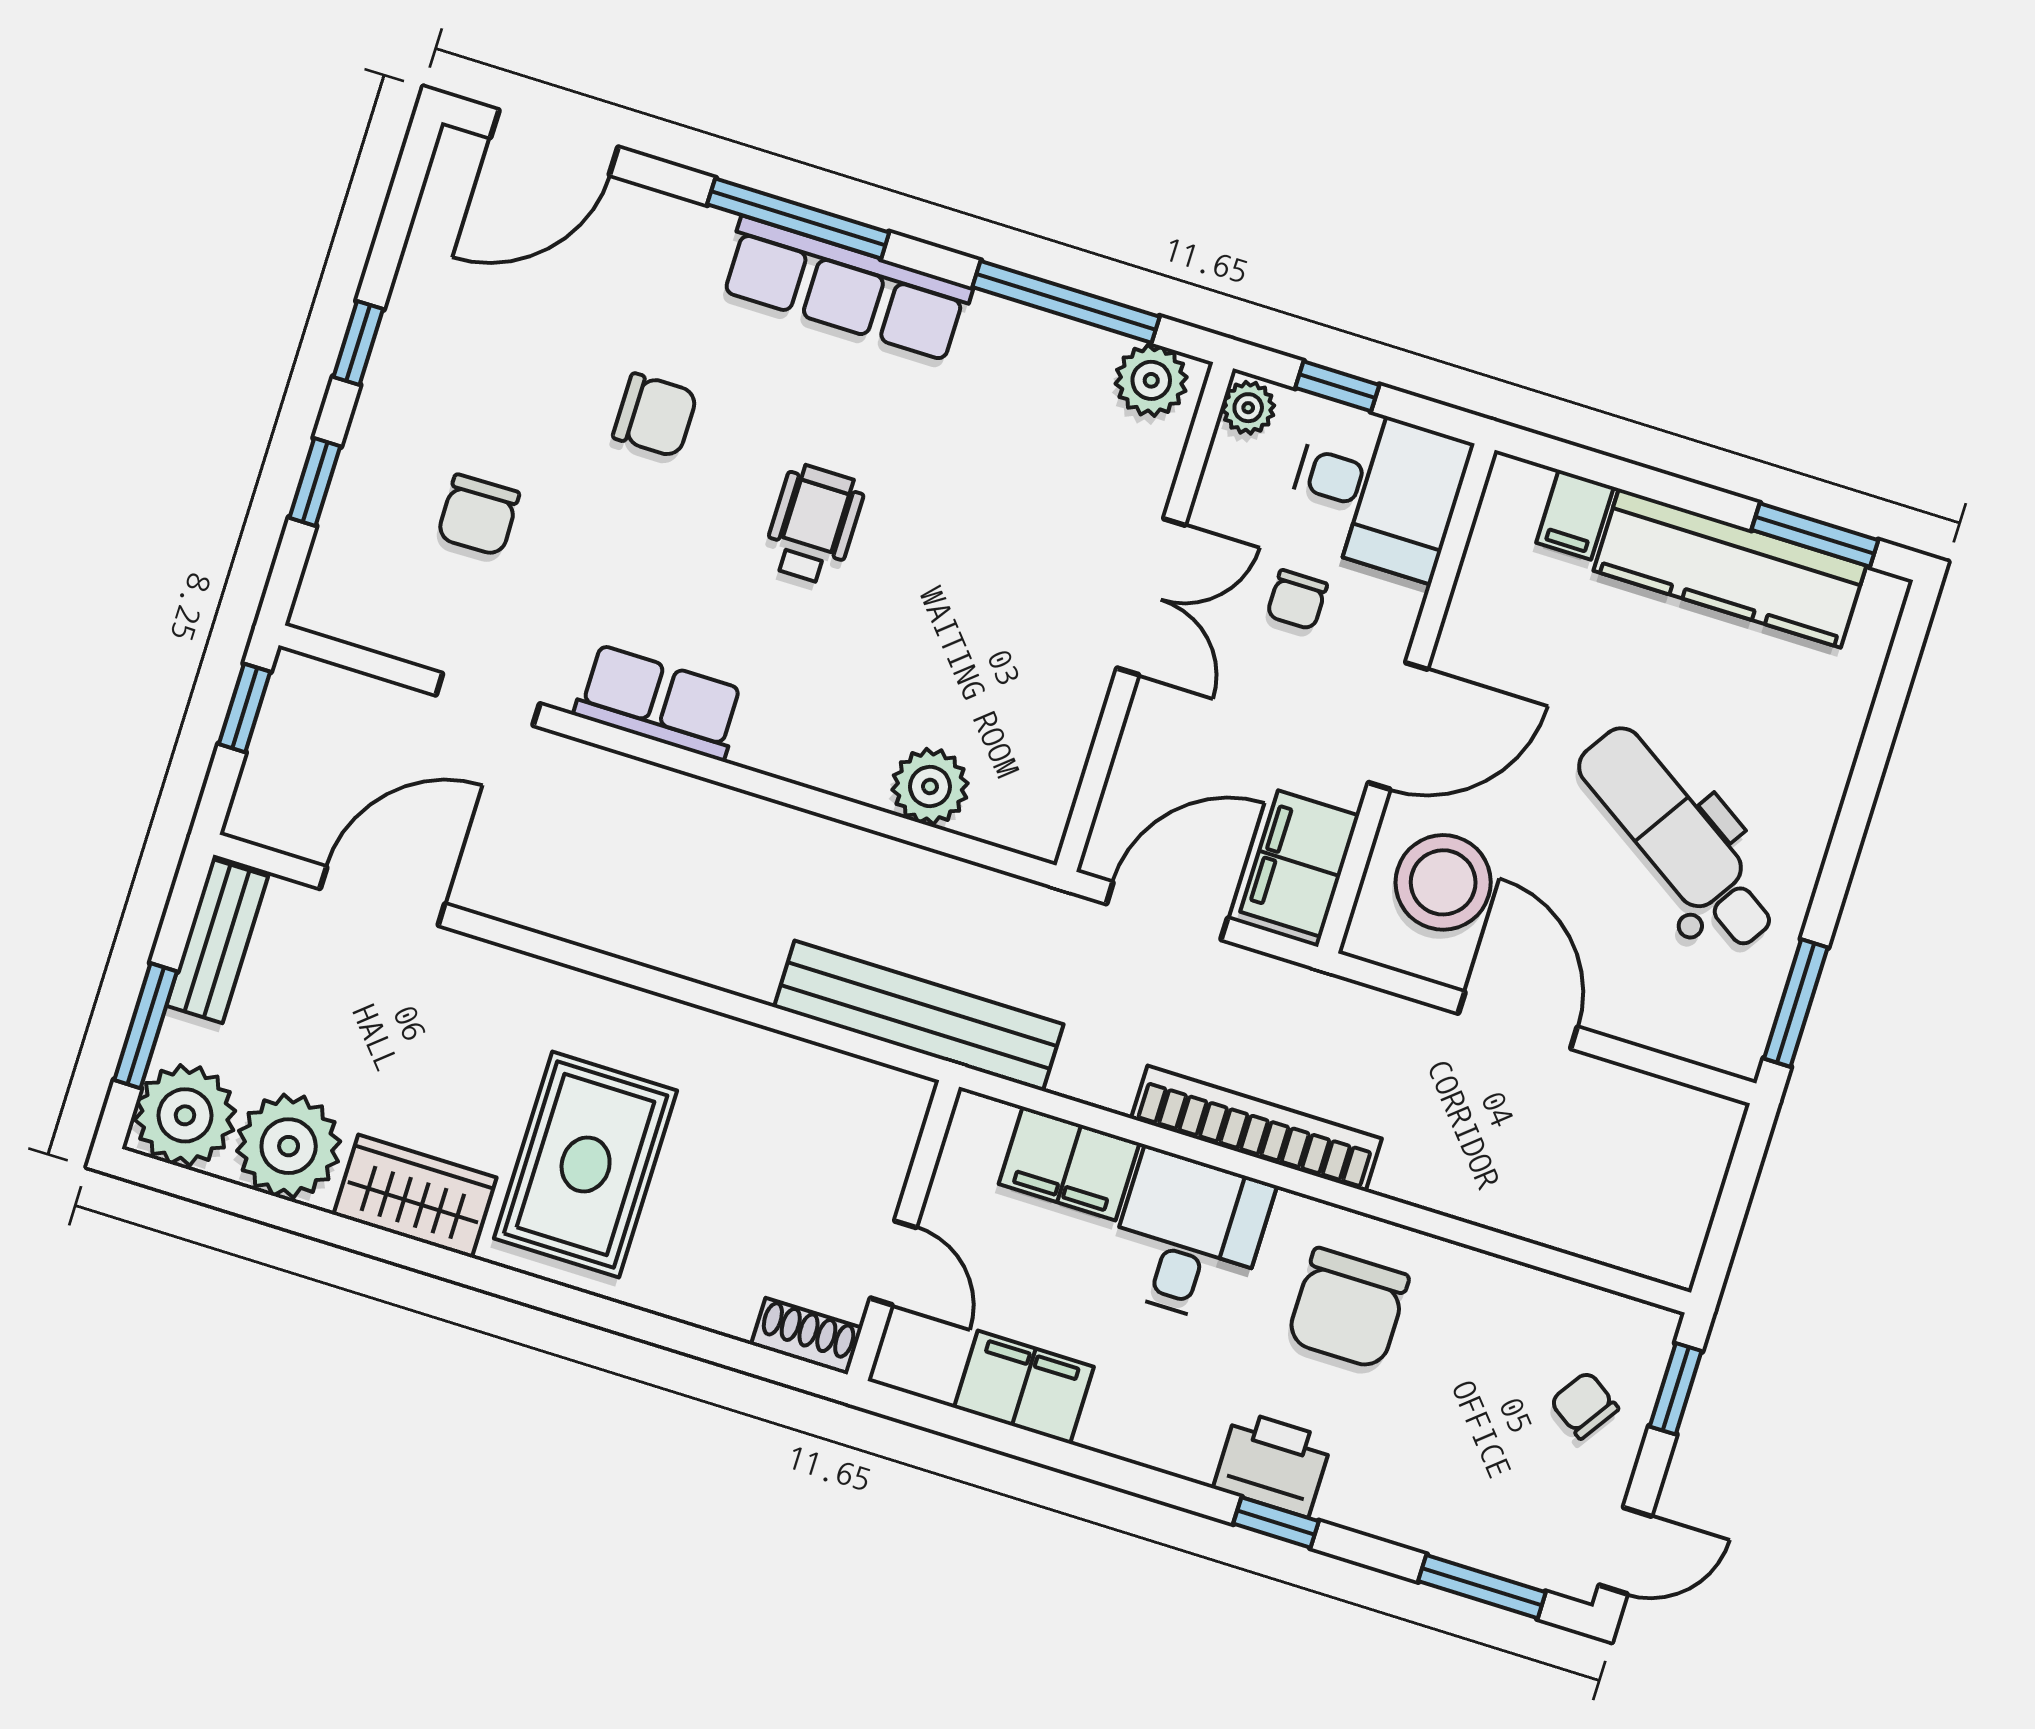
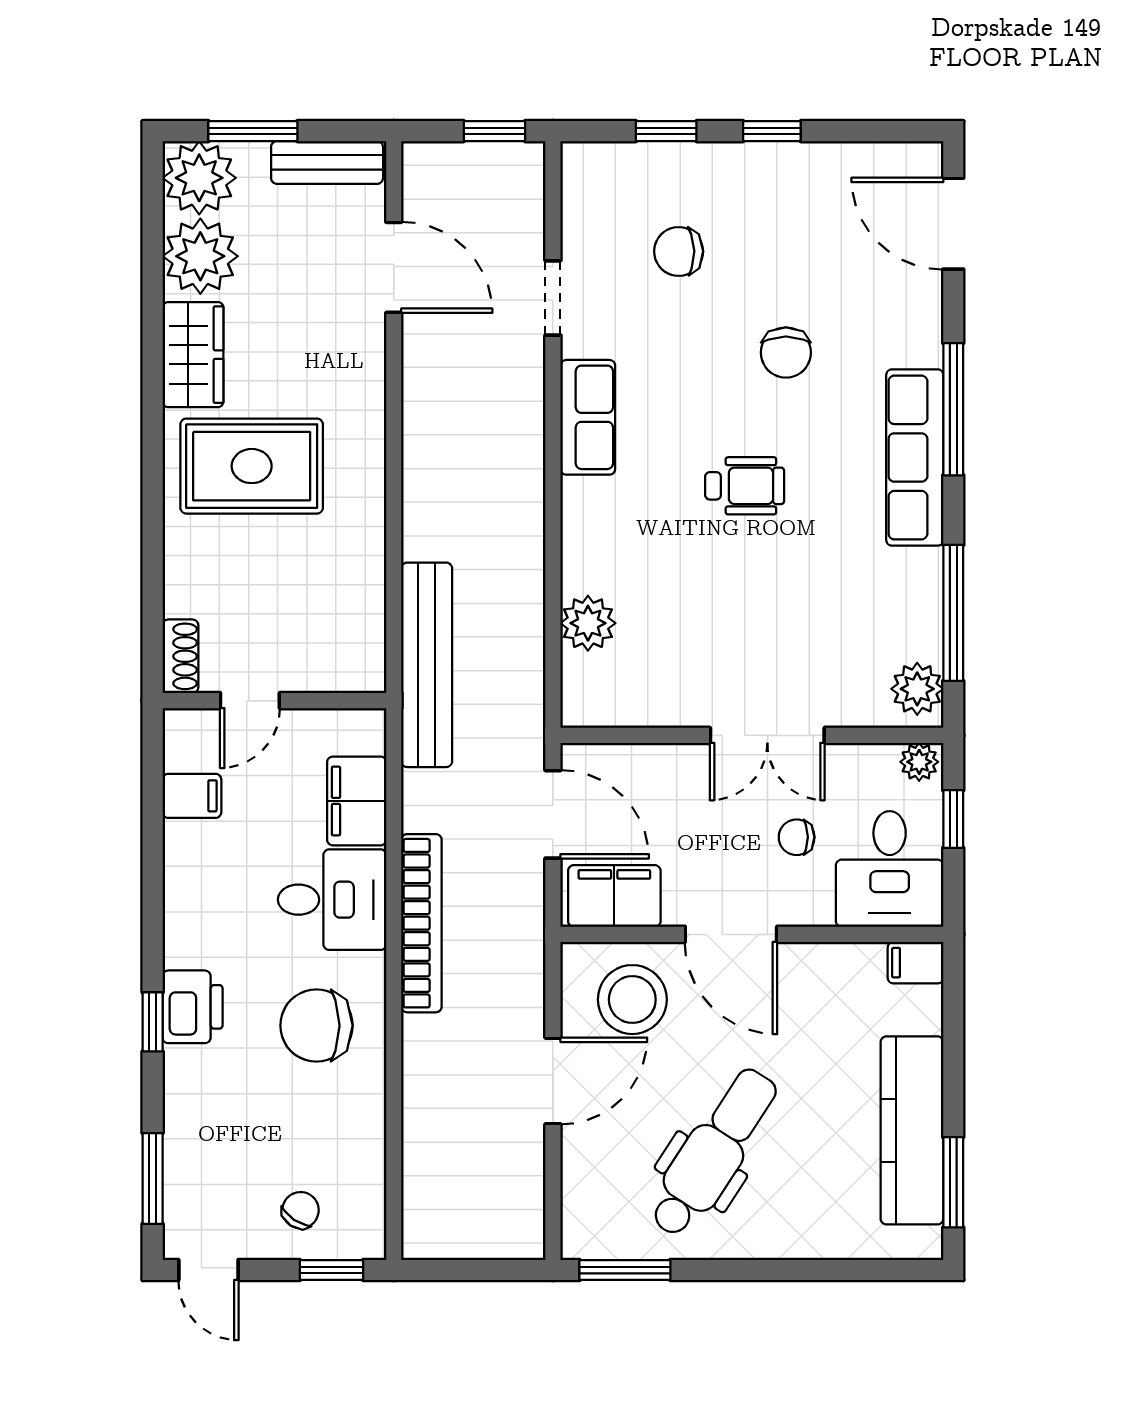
filing cabinet: (1575, 515) -> (916, 963), moved
filing cabinet: (1024, 1387) -> (192, 796), width x0.50

